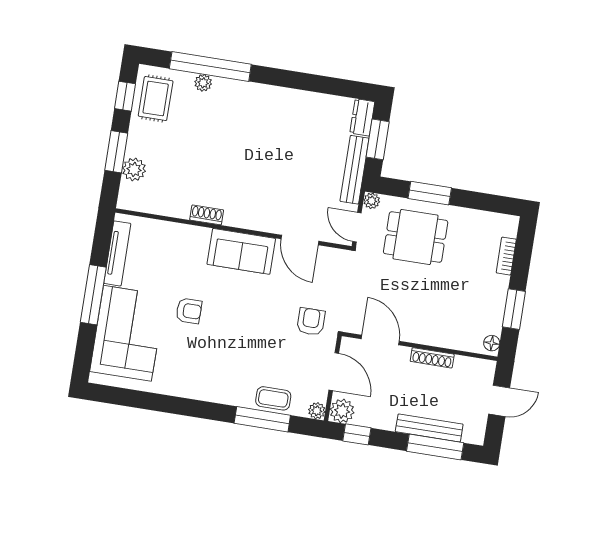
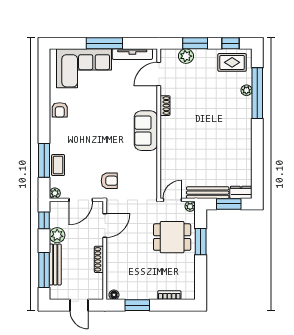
dining table: (416, 237) -> (172, 237), turned 90
door: (300, 240) -> (159, 74), moved
armchair: (189, 311) -> (60, 110), moved
plant: (342, 411) -> (57, 235), moved

